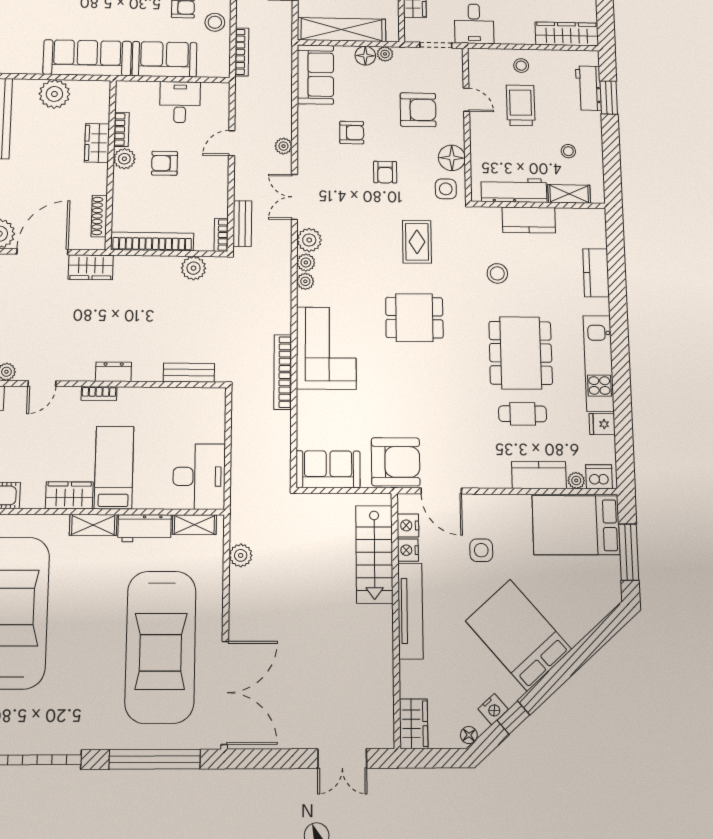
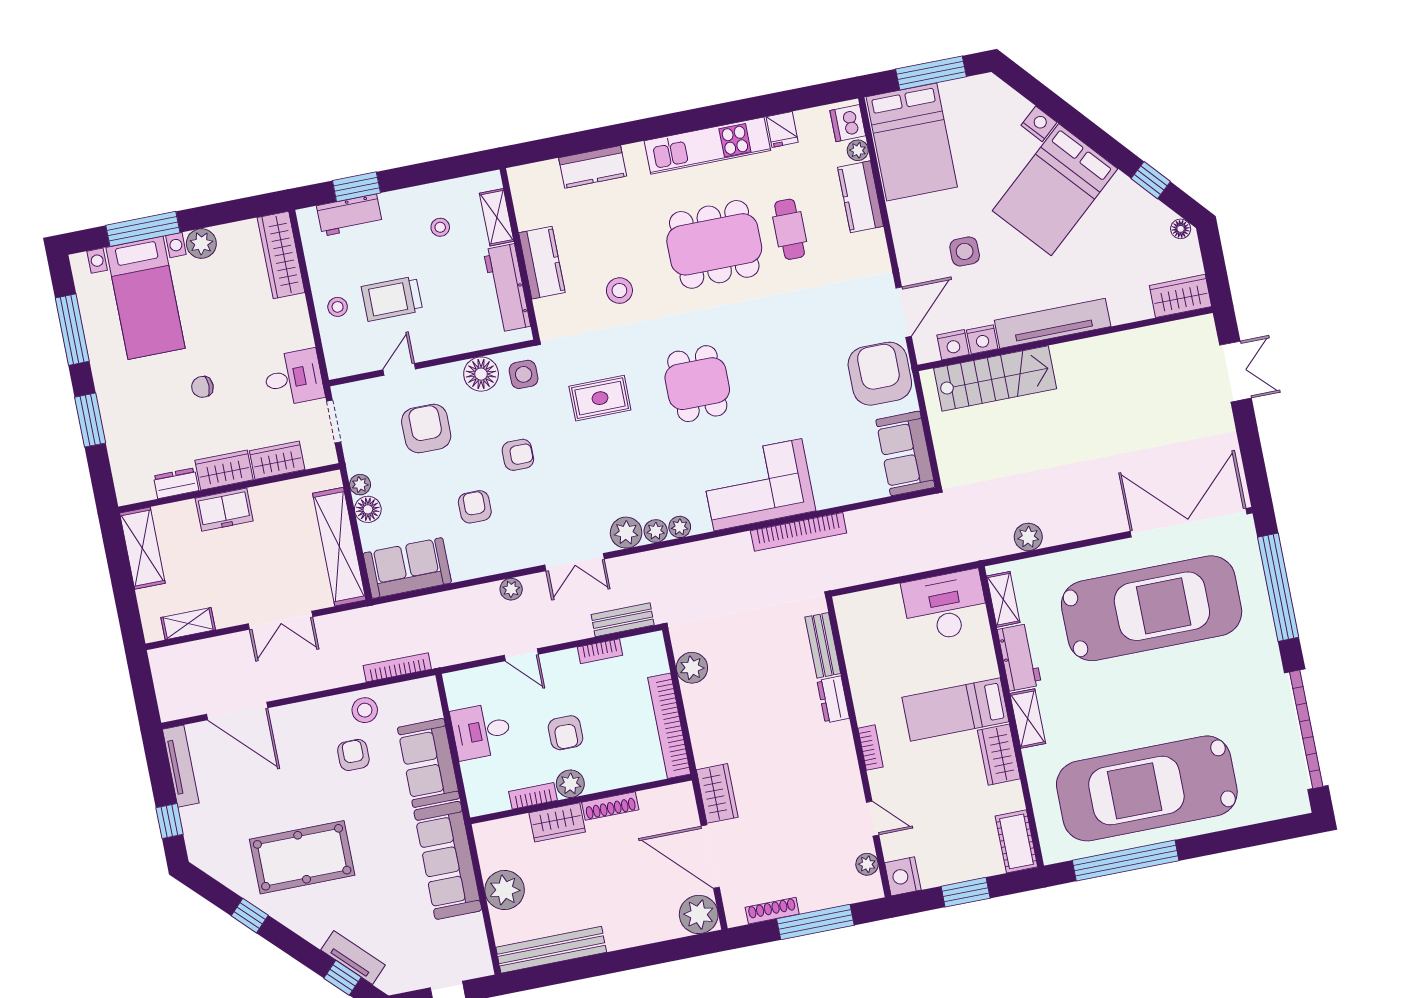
shoe rack: (99, 216) -> (610, 806), moved
bookcase: (221, 235) -> (600, 651), moved
dresser: (113, 372) -> (833, 699), moved
nightstand: (493, 709) -> (1039, 124), moved

